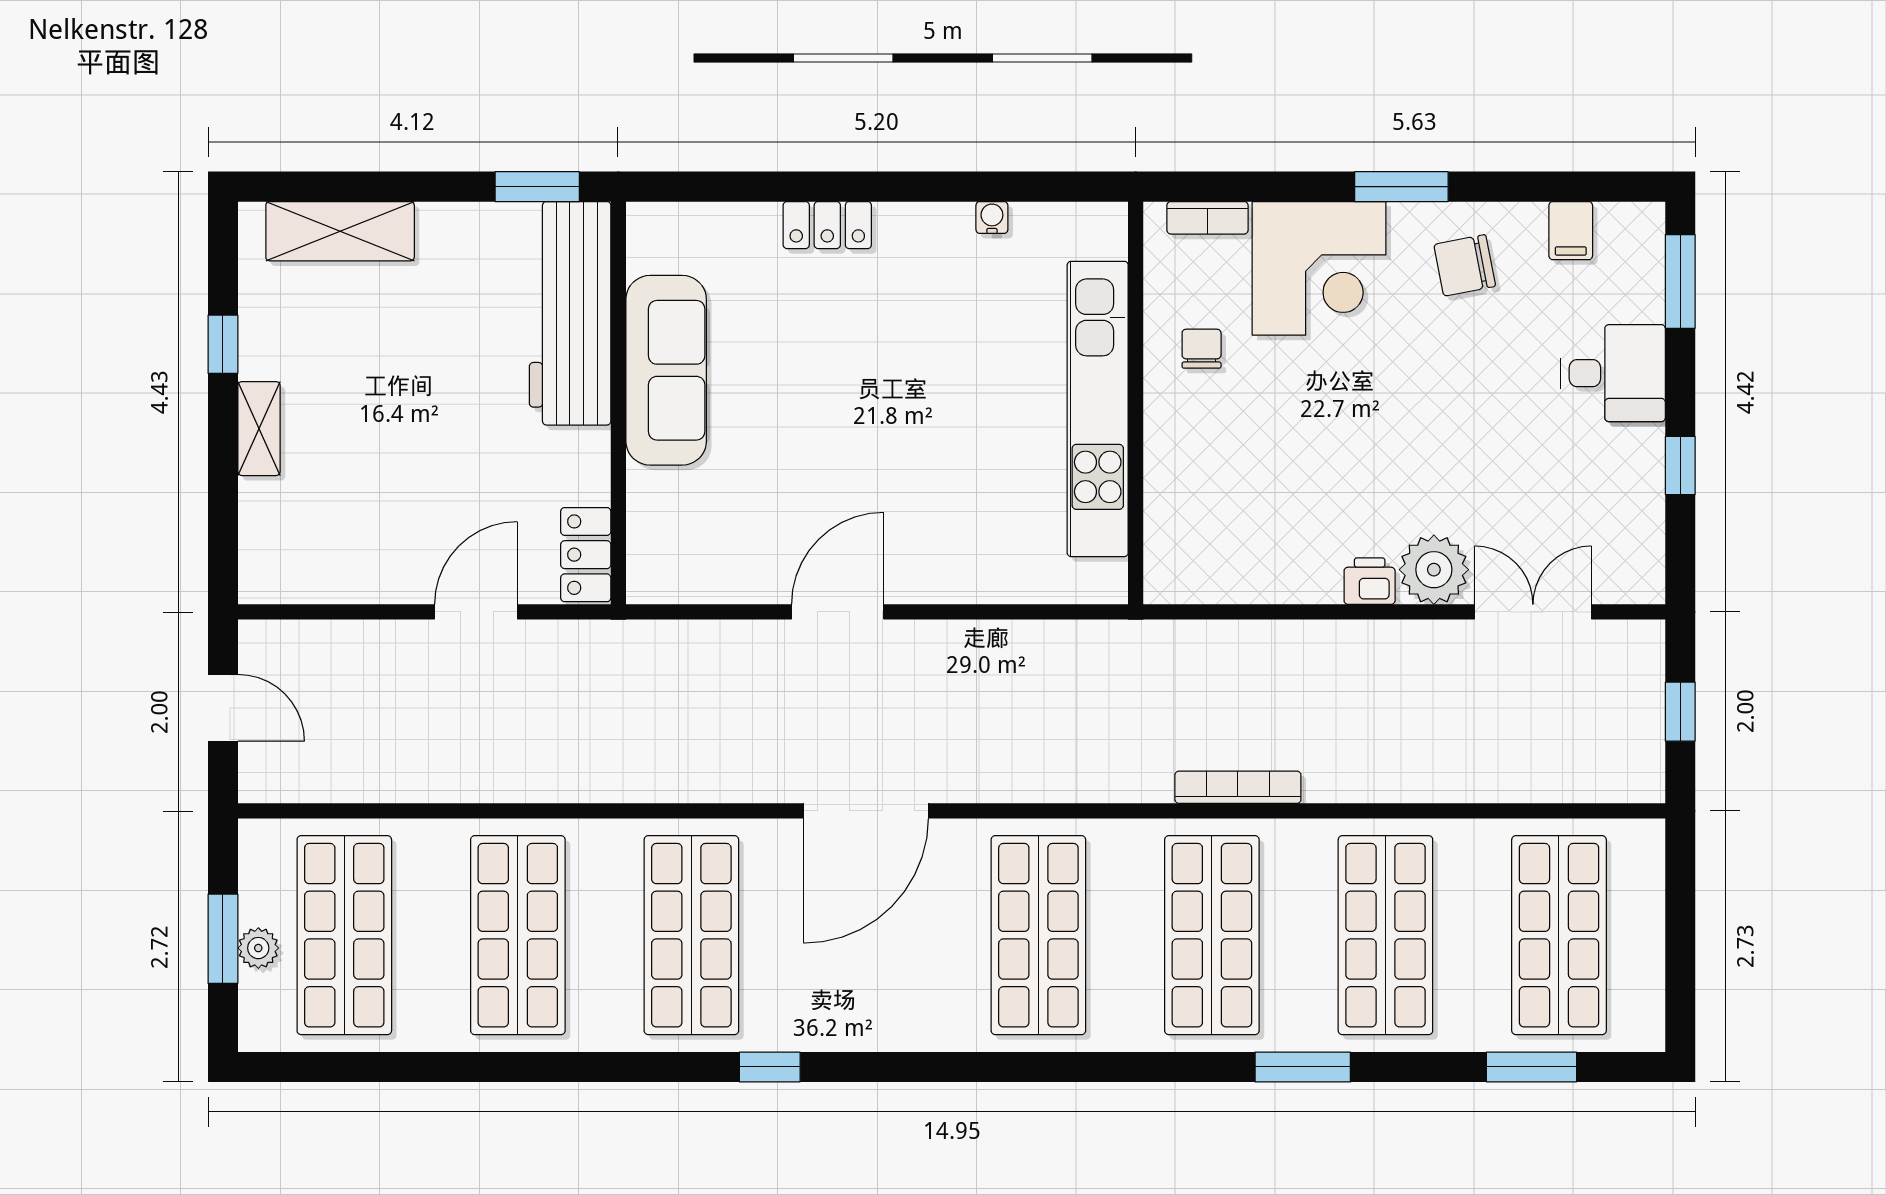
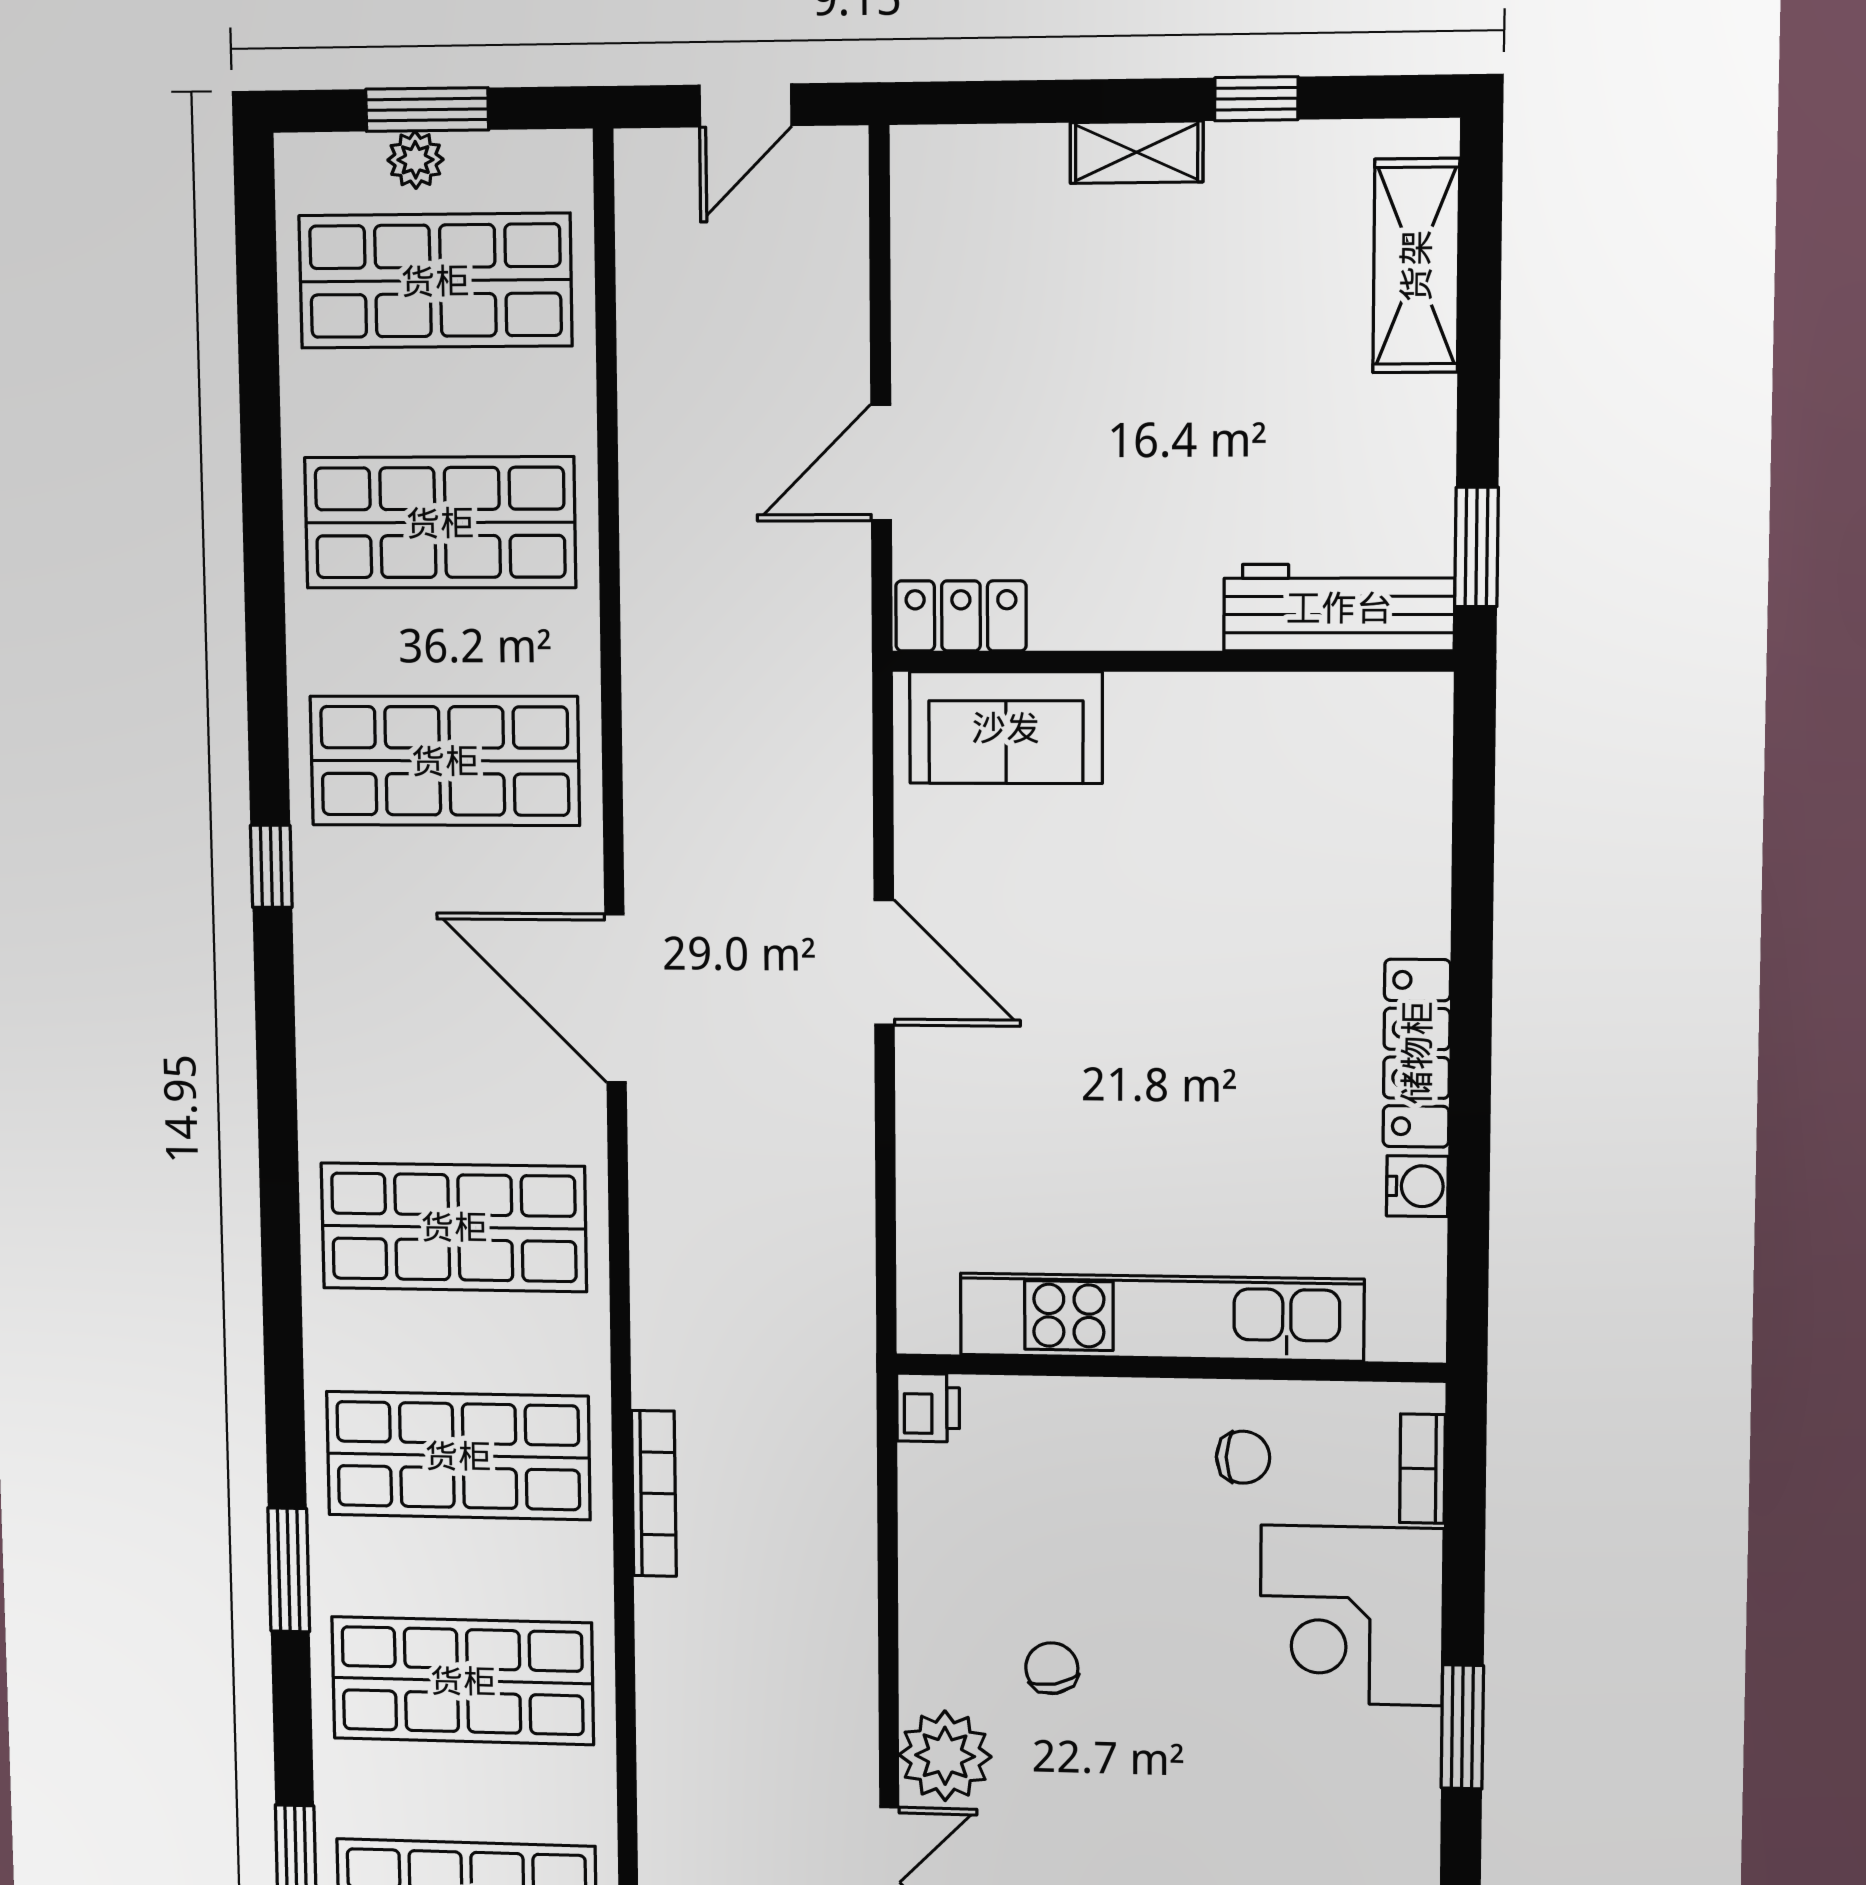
water cooler: (992, 217) -> (1417, 1186), width x1.38, depth x1.38
locker: (827, 225) -> (1417, 1053), moved, width x1.53
chair: (1465, 265) -> (1052, 1668), moved, width x0.73, depth x0.73
workbench: (570, 313) -> (1339, 608), width x0.73, depth x0.76
sofa: (666, 370) -> (1006, 728), moved, width x0.73
printer: (1370, 581) -> (928, 1408), moved
door: (476, 612) -> (881, 463), swing flipped

